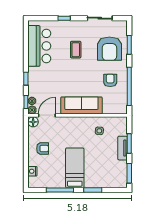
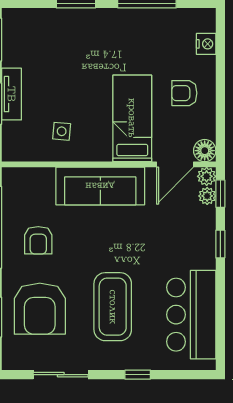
armchair: (109, 49) -> (40, 309), turned 180
coffee table: (76, 50) -> (113, 307), width x1.86, depth x1.72
bed: (75, 168) -> (132, 118), moved, turned 180

